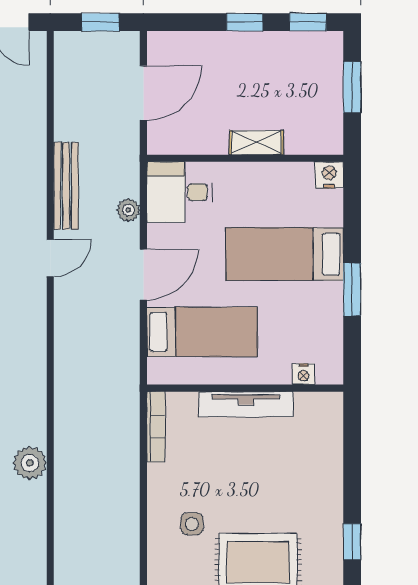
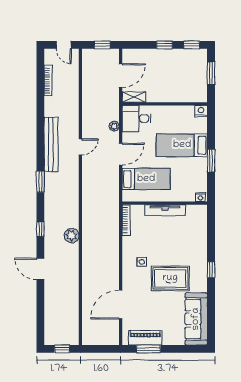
shelving: (256, 143) -> (134, 97), moved
bench: (66, 186) -> (87, 116), removed
nightstand: (303, 374) -> (200, 197), moved

